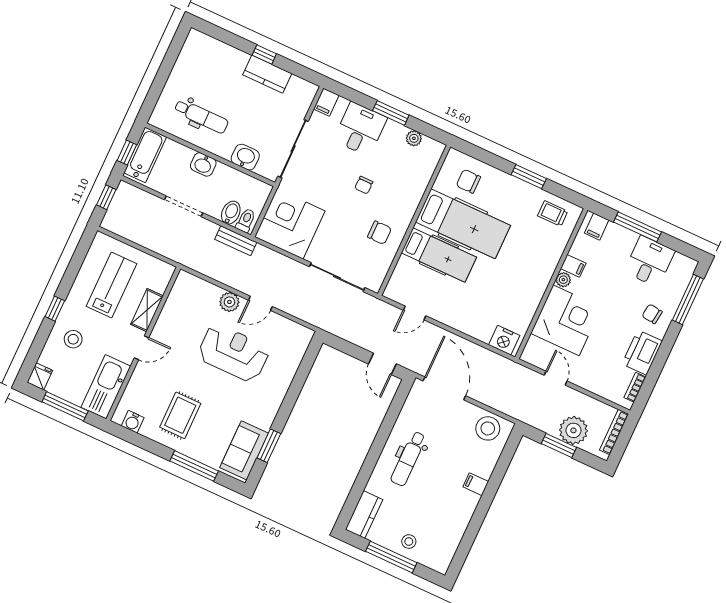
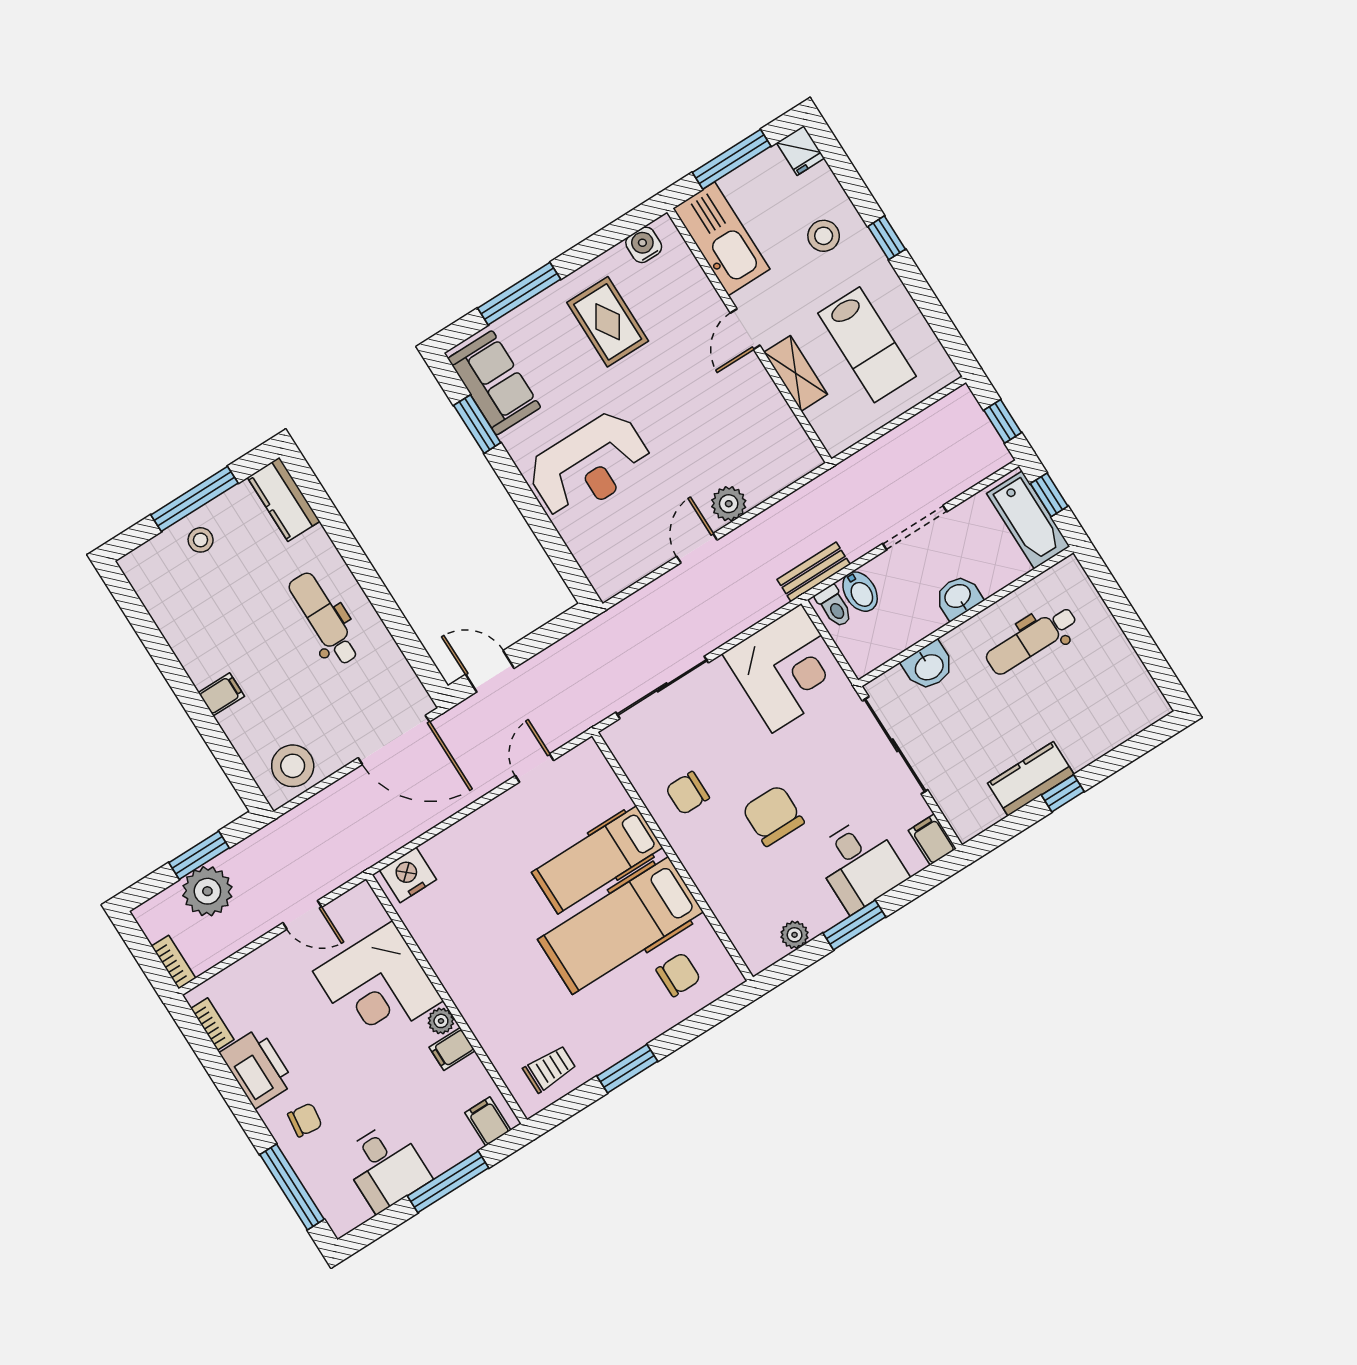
chair: (364, 185) -> (773, 816), width x1.87, depth x1.87
reception desk: (233, 353) -> (589, 465), moved
bookcase: (614, 432) -> (174, 962), width x0.64

